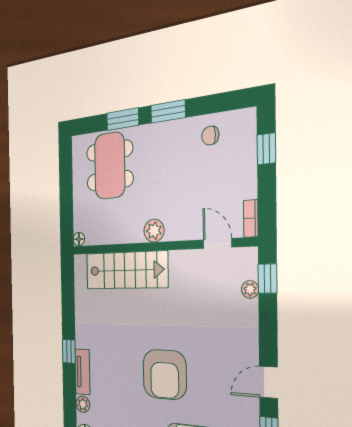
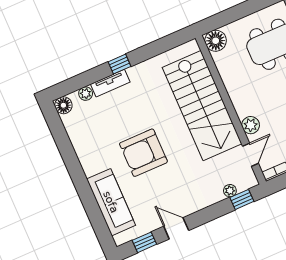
plant: (154, 231) -> (251, 125), moved
floor lamp: (79, 239) -> (216, 41), width x1.89, depth x1.89
stairs: (126, 270) -> (202, 106), width x1.36, depth x1.51

